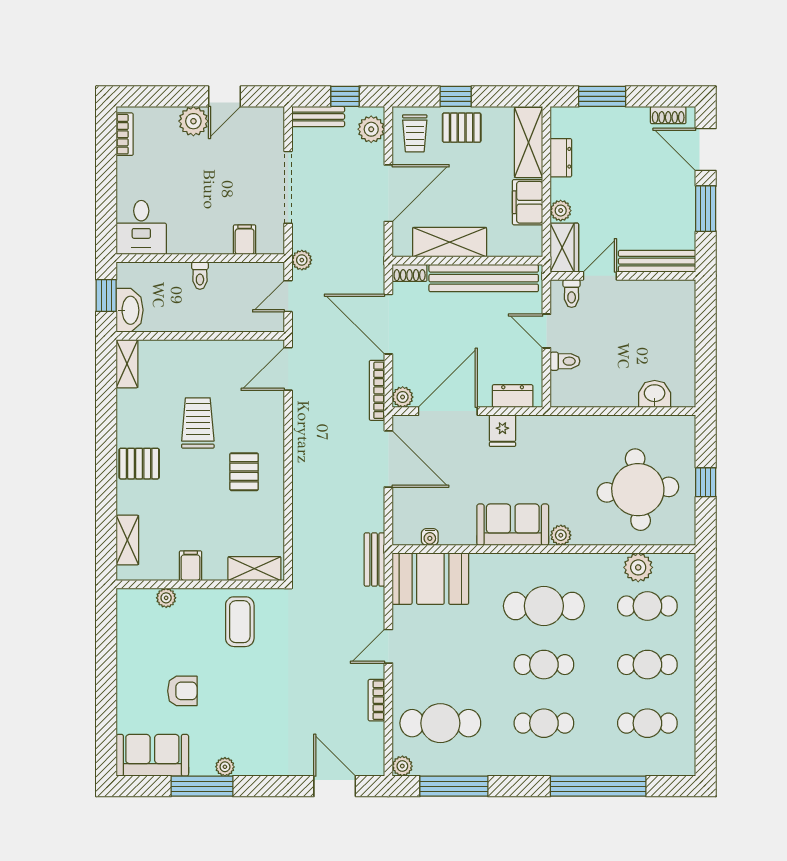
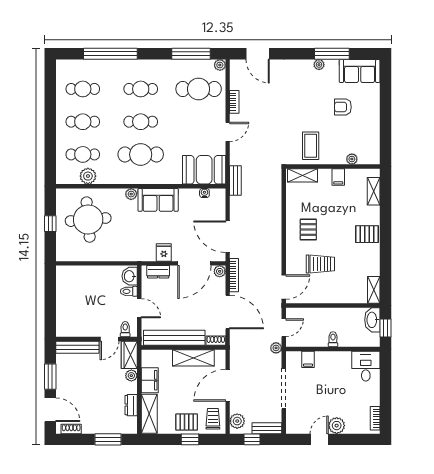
washbasin: (655, 394) -> (130, 276), moved, turned 90
trolley: (198, 423) -> (320, 264), moved, turned -90

